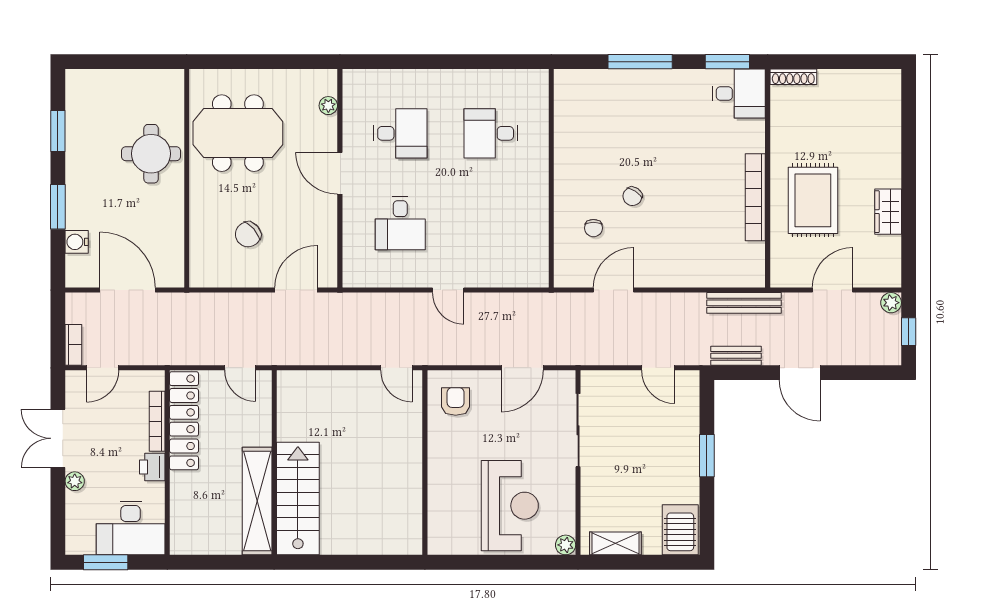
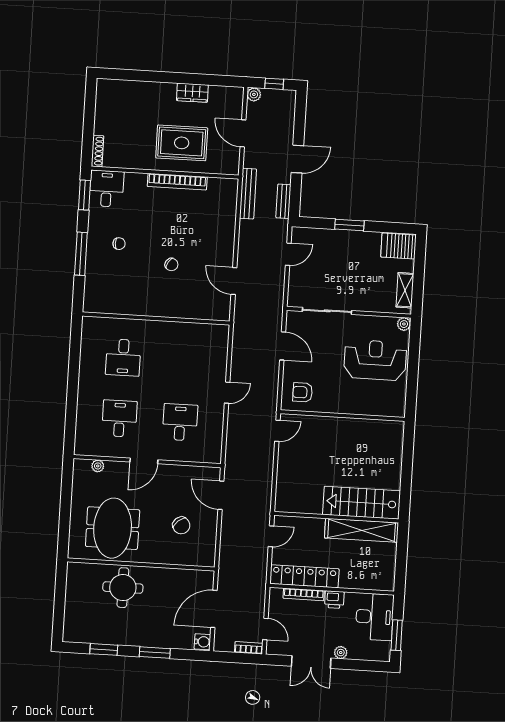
desk: (400, 223) -> (180, 422), turned -90
chair: (593, 228) -> (119, 244), moved
water cooler: (77, 242) -> (202, 642), moved, turned -90

